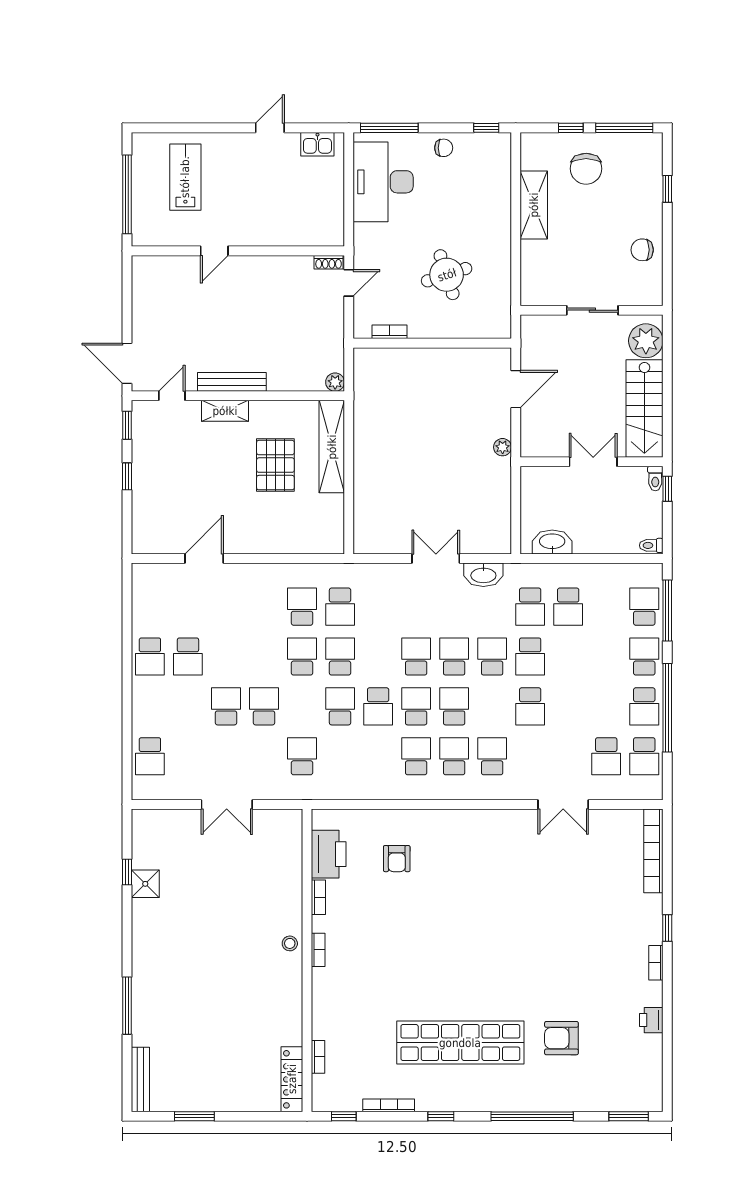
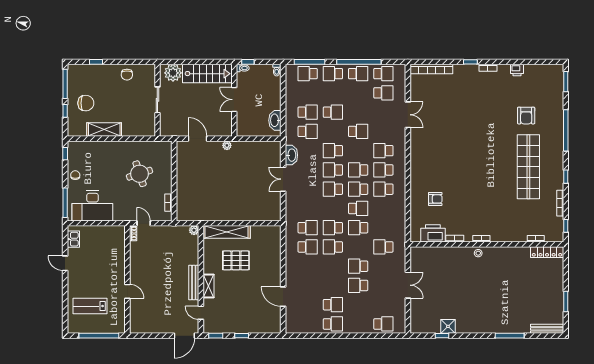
school desk: (302, 607) -> (308, 247), turned 180
school desk: (530, 656) -> (333, 112), moved

